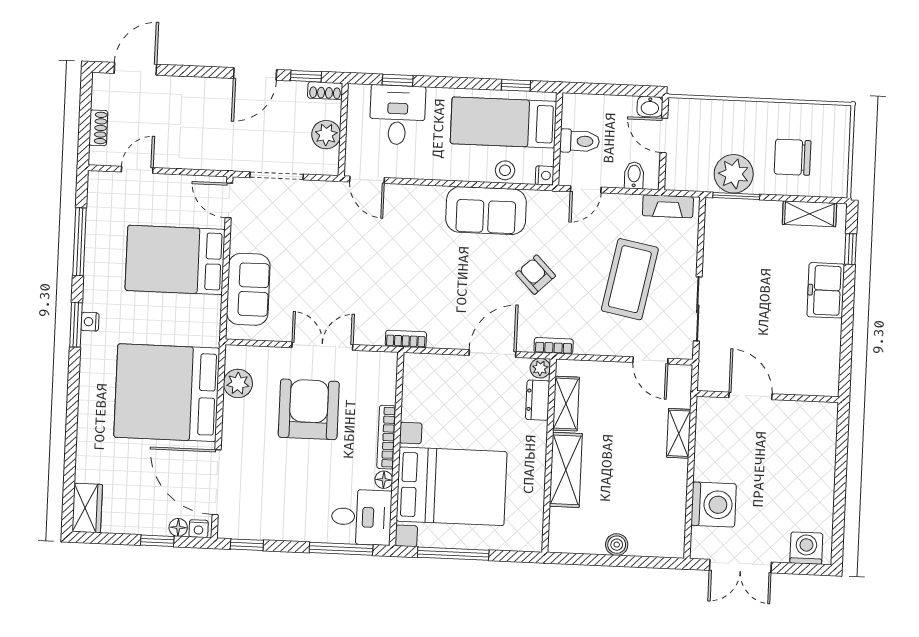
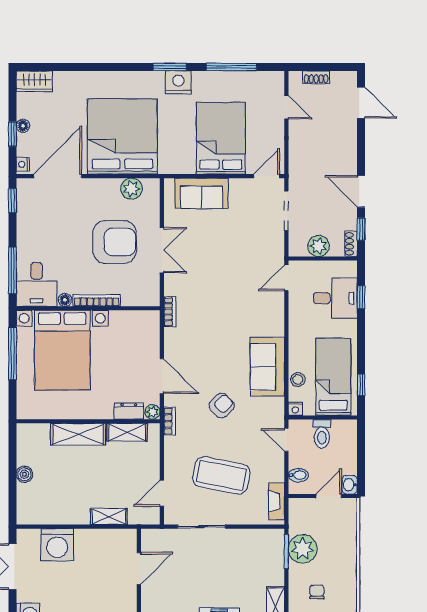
chair: (793, 157) -> (317, 592), width x0.54, depth x0.54
nightstand: (90, 322) -> (178, 82), width x1.89, depth x1.79
floor lamp: (178, 527) -> (23, 126), moved

